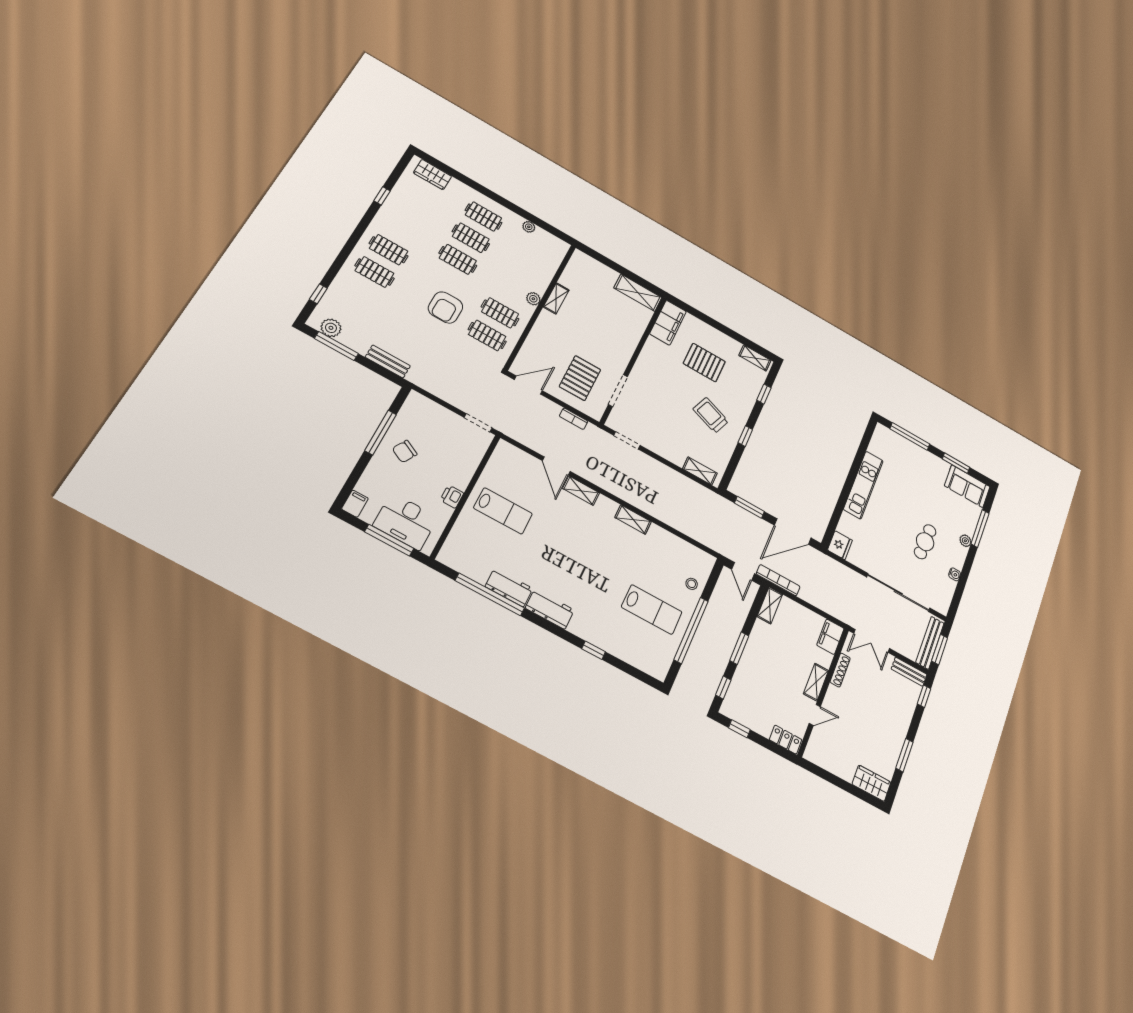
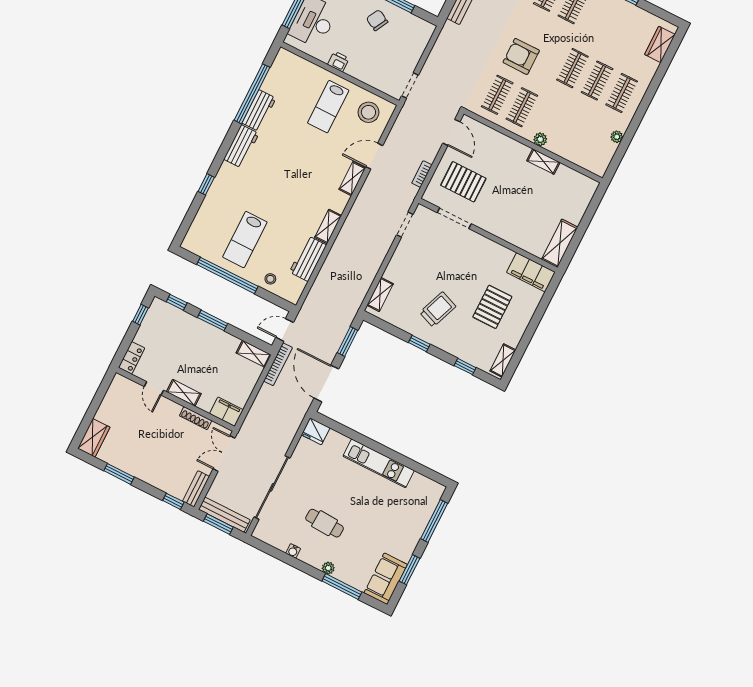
stool: (508, 468) -> (368, 112), added
workbench: (668, 543) -> (308, 259), added

